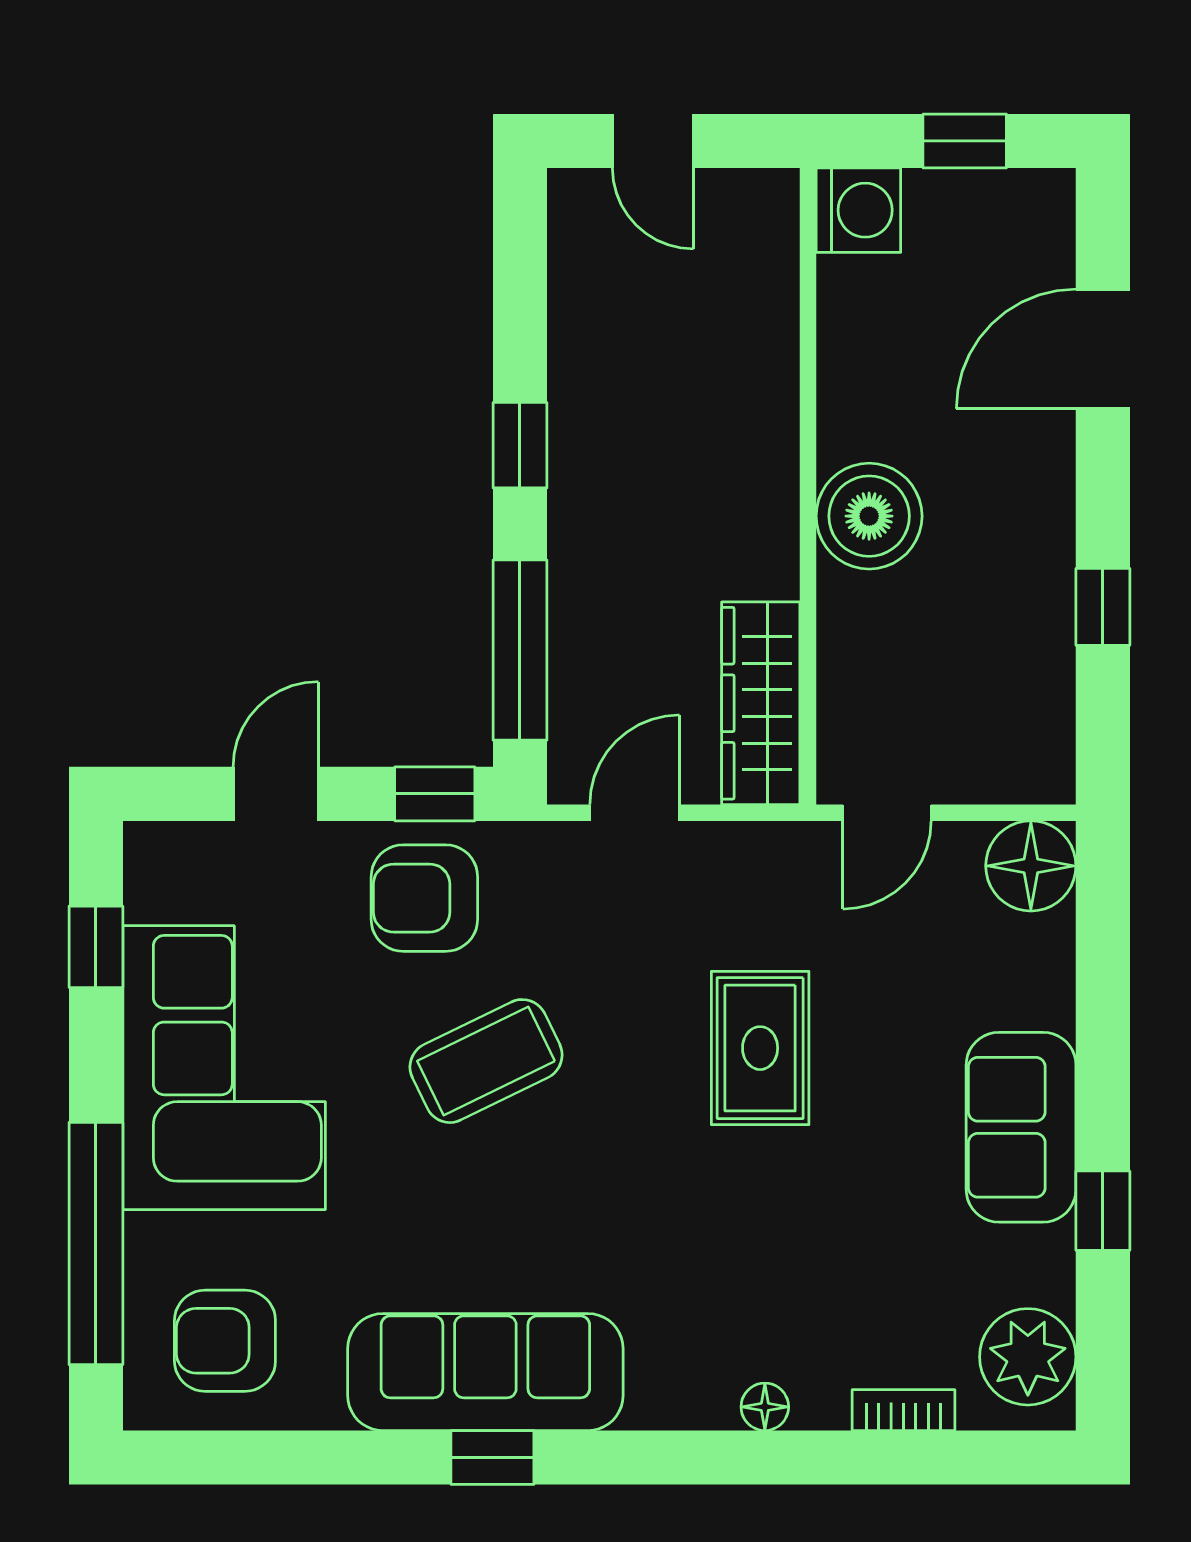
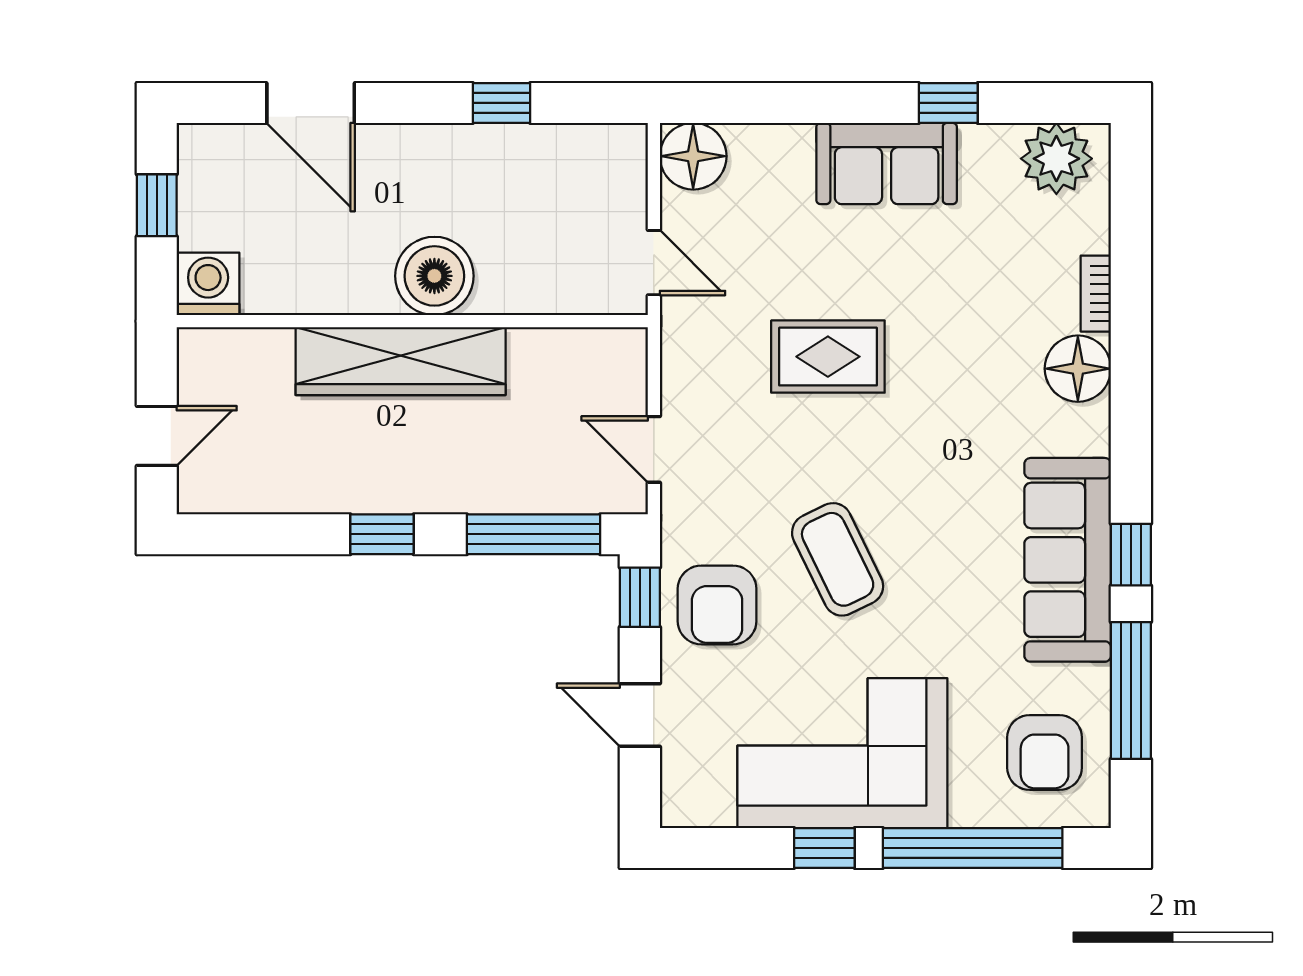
wardrobe: (761, 703) -> (401, 361), moved, width x1.40, depth x1.17
window: (96, 947) -> (824, 848), moved
floor lamp: (765, 1407) -> (1078, 369), width x1.89, depth x1.89
bookcase: (904, 1410) -> (1096, 294), moved
window: (309, 1457) -> (1131, 690), added

